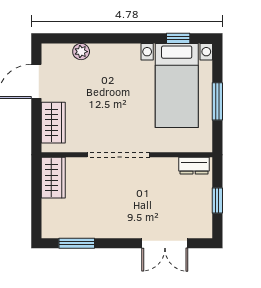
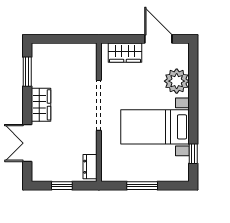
plant: (81, 52) -> (177, 81), width x1.87, depth x1.87
bed with nightstands: (177, 85) -> (155, 127), moved
wardrobe: (53, 178) -> (41, 105), moved, turned -90

